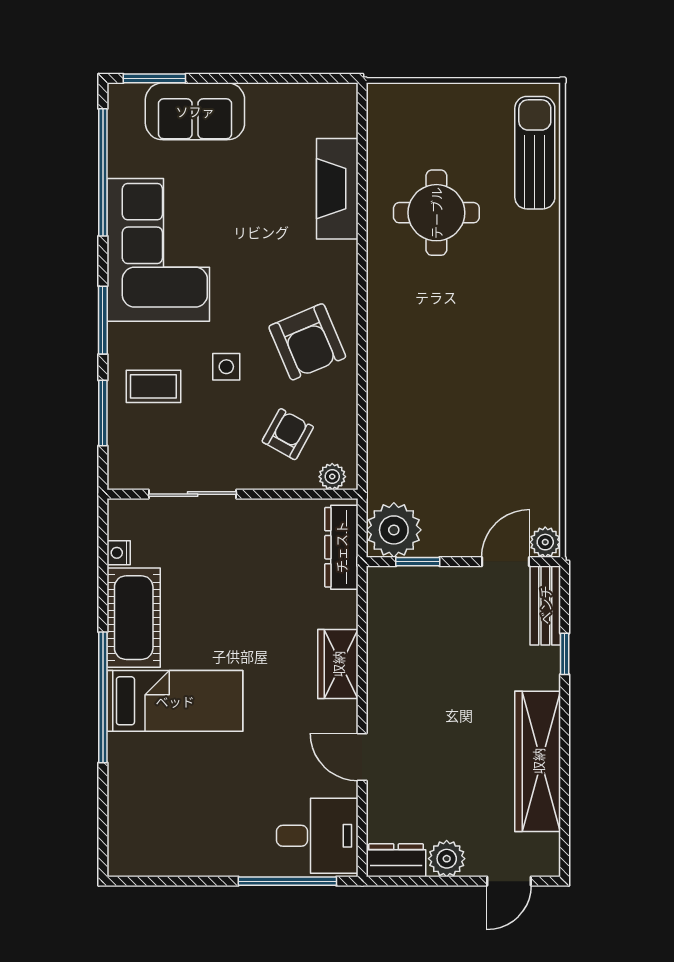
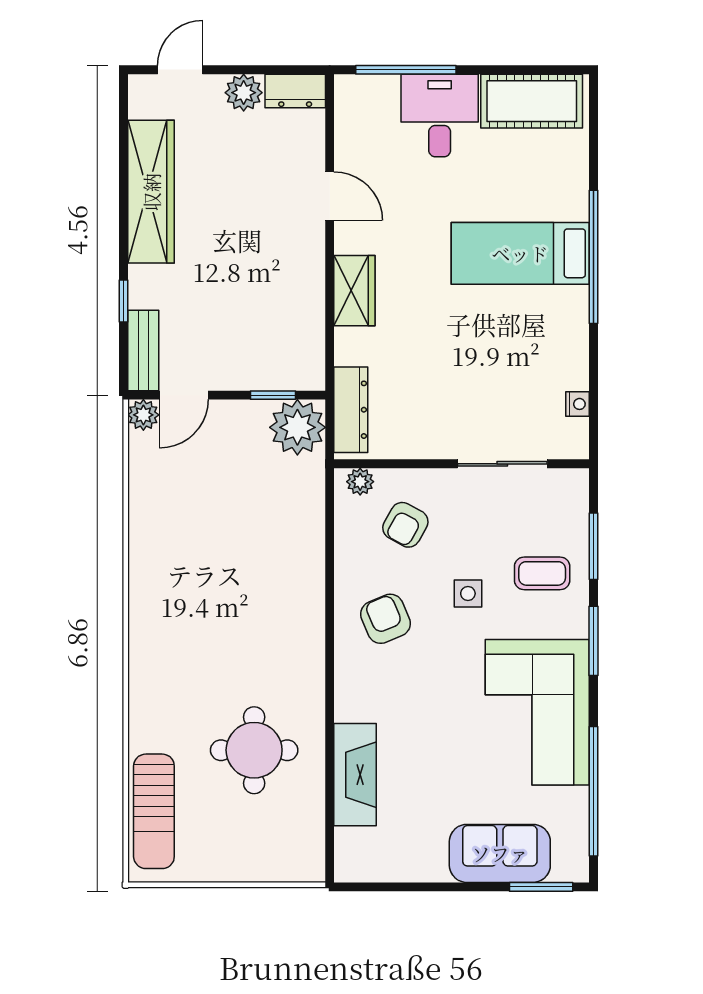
armchair: (307, 342) -> (386, 619), width x0.72, depth x0.72
cot: (134, 618) -> (532, 101), moved, turned 90
desk: (317, 836) -> (440, 115), moved, turned 90

